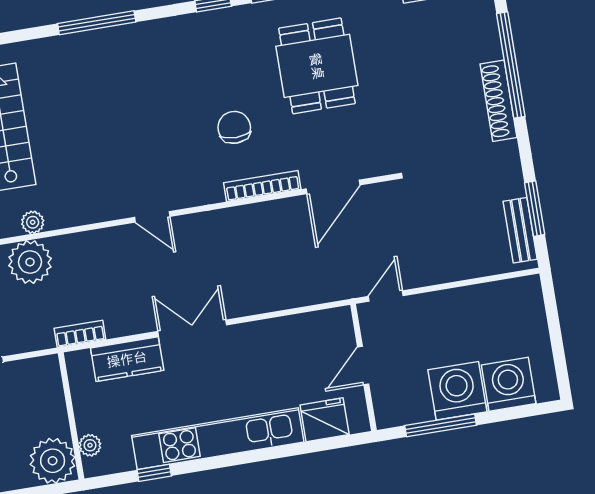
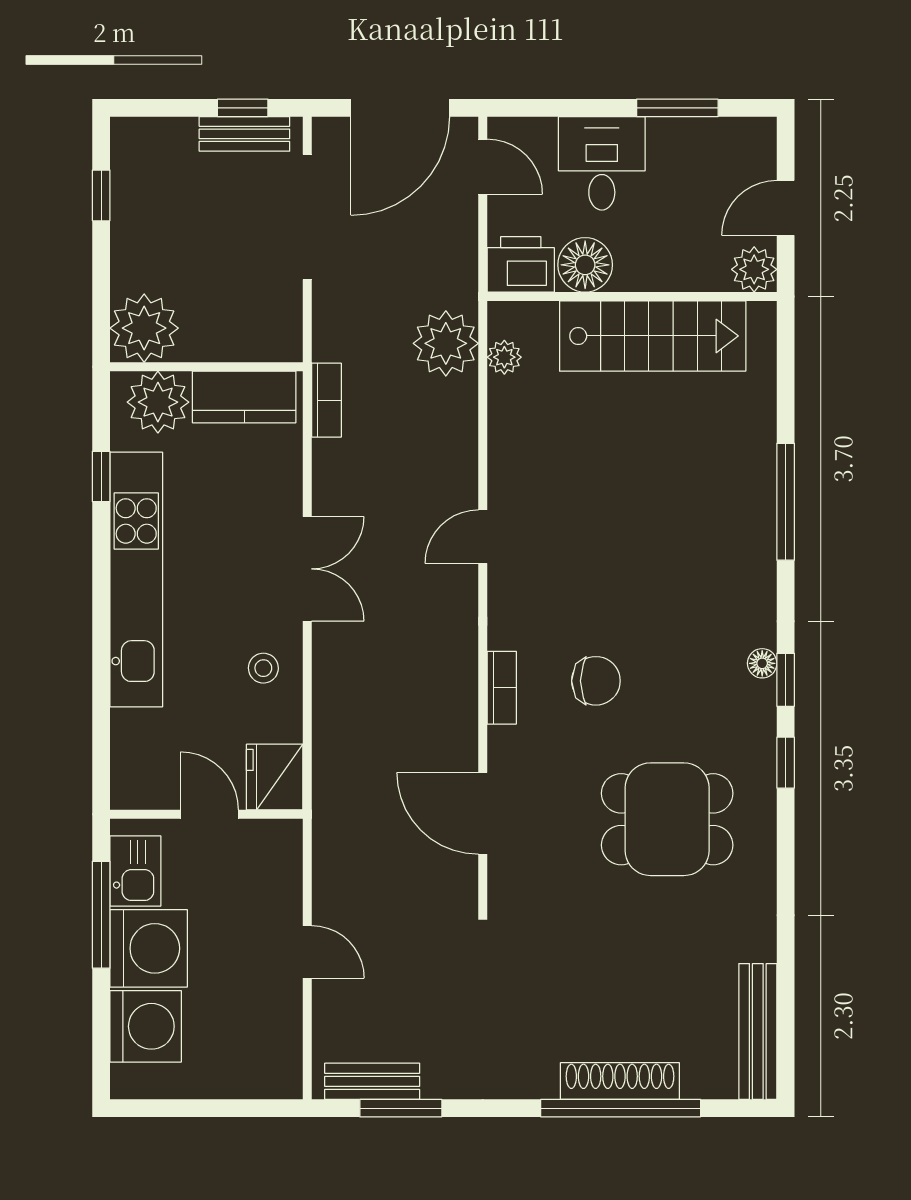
floor lamp: (205, 21) -> (762, 663), added
shoe rack: (498, 101) -> (620, 1081), moved
bookcase: (262, 186) -> (502, 688), width x0.64
door: (386, 296) -> (307, 952), moved
stool: (262, 346) -> (263, 668), added
kitchen counter: (127, 359) -> (244, 397), moved, turned -90
kitchen sink: (408, 408) -> (135, 871), added
fridge: (325, 420) -> (275, 777), moved, turned 180
plant: (90, 445) -> (158, 402), width x1.88, depth x1.88

